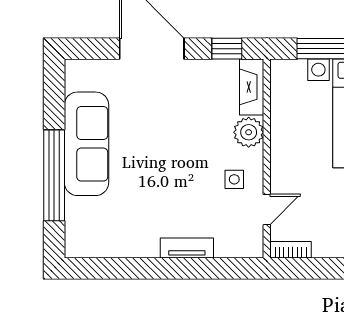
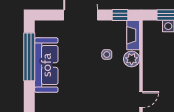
window: (54, 175) -> (29, 57), moved
side table: (234, 179) -> (107, 55), moved

